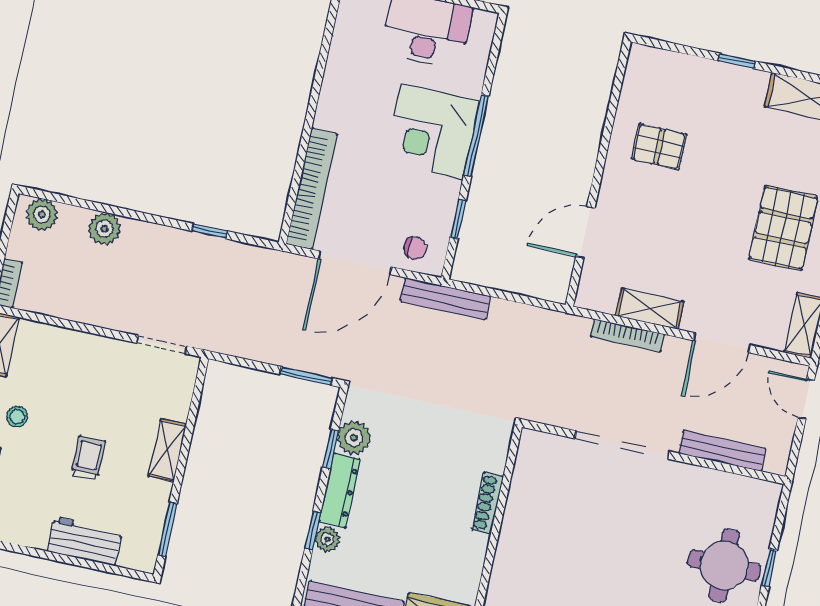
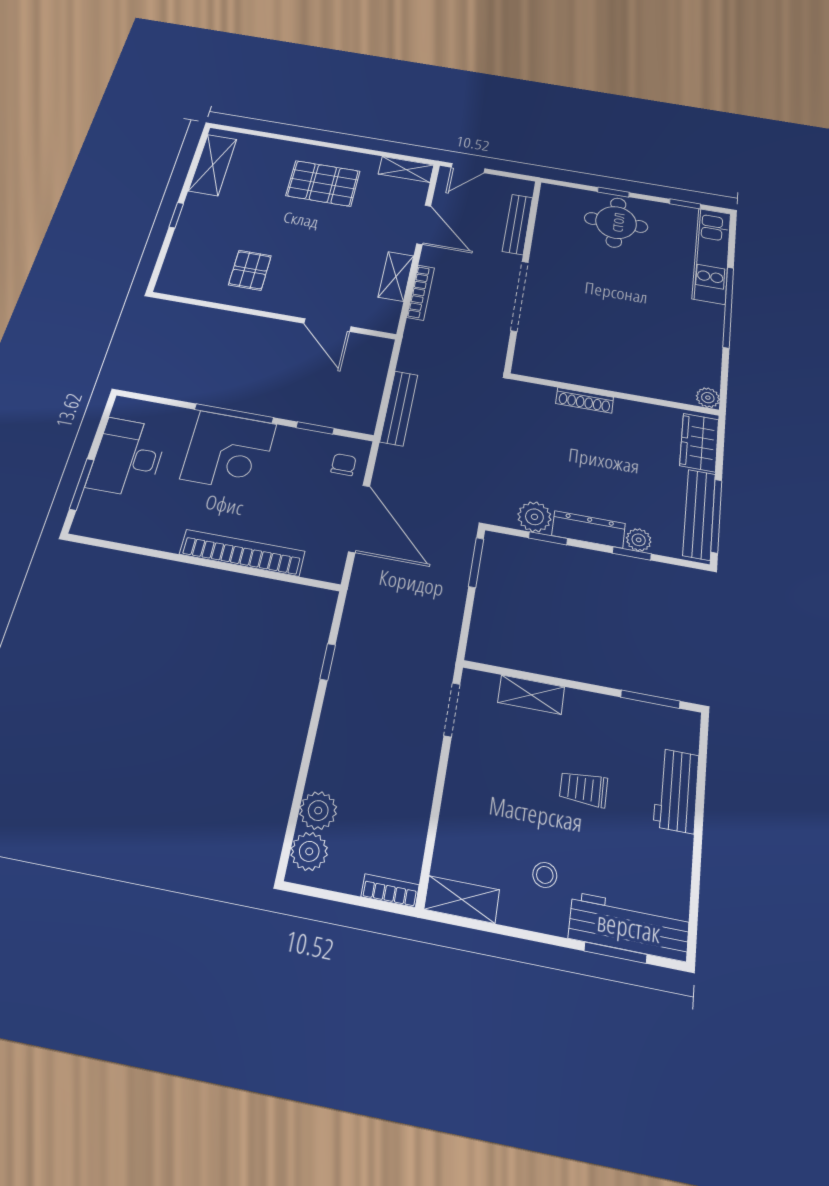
bookcase: (312, 189) -> (242, 553), moved
plant: (104, 229) -> (318, 811), moved
bench: (445, 299) -> (399, 408), moved
shelving: (167, 450) -> (531, 695), moved

